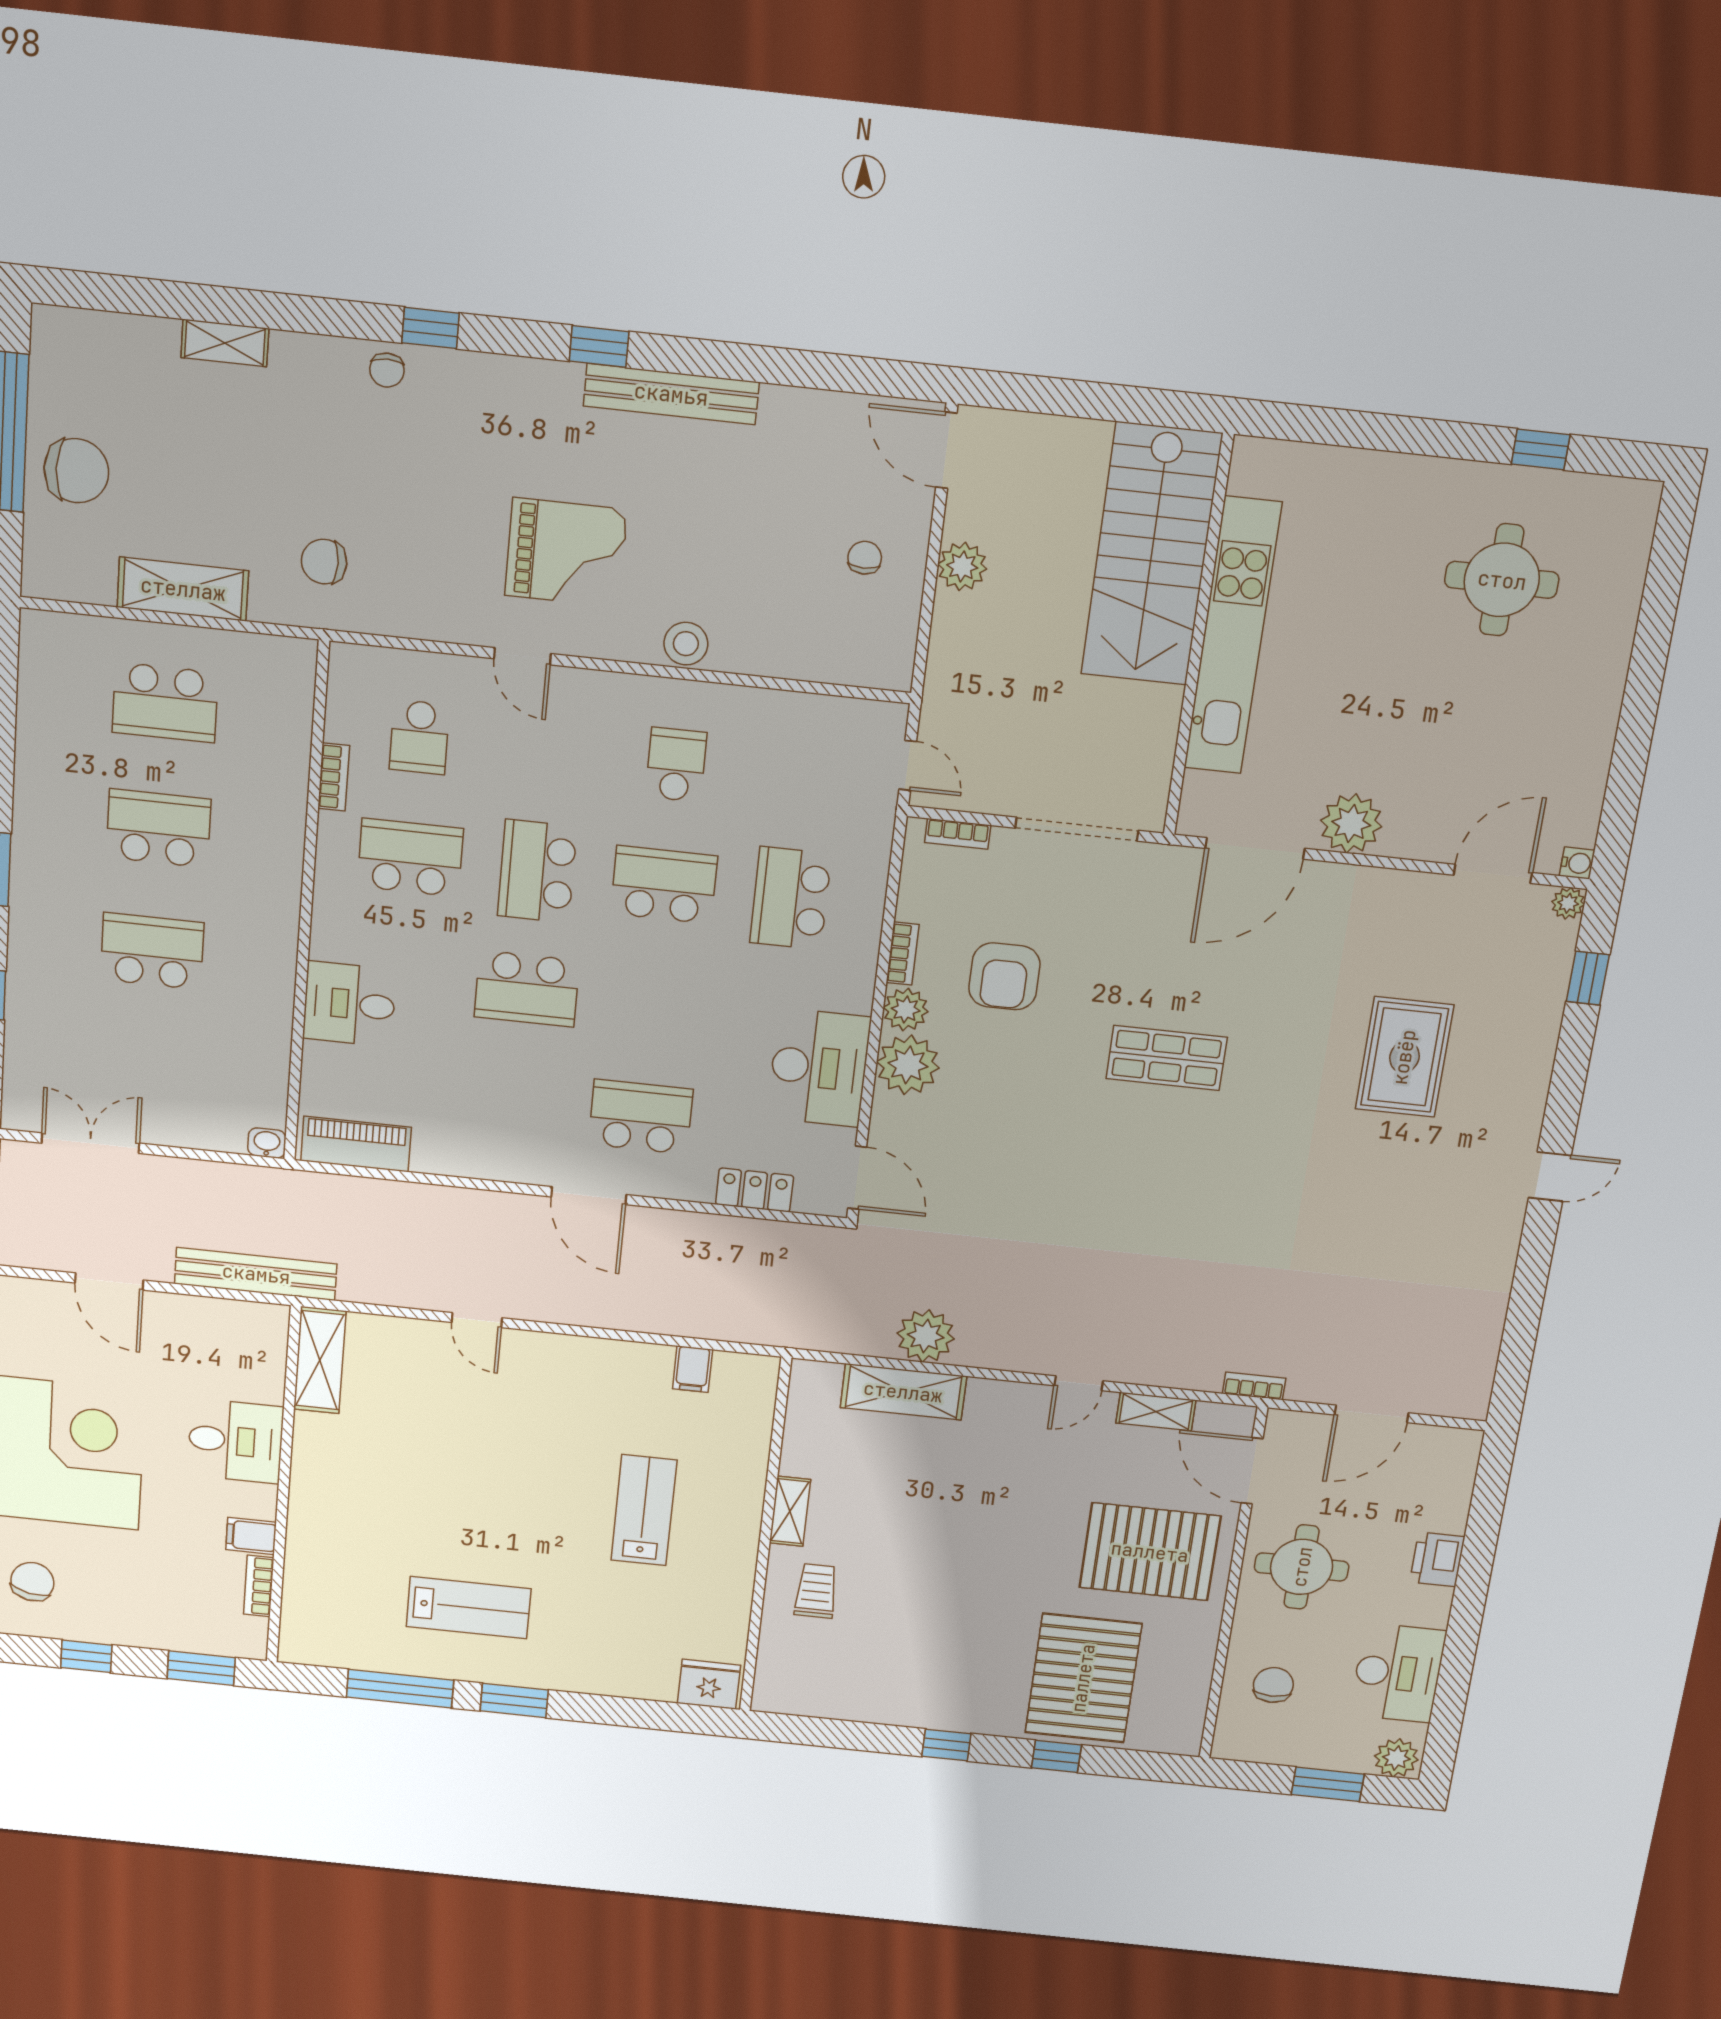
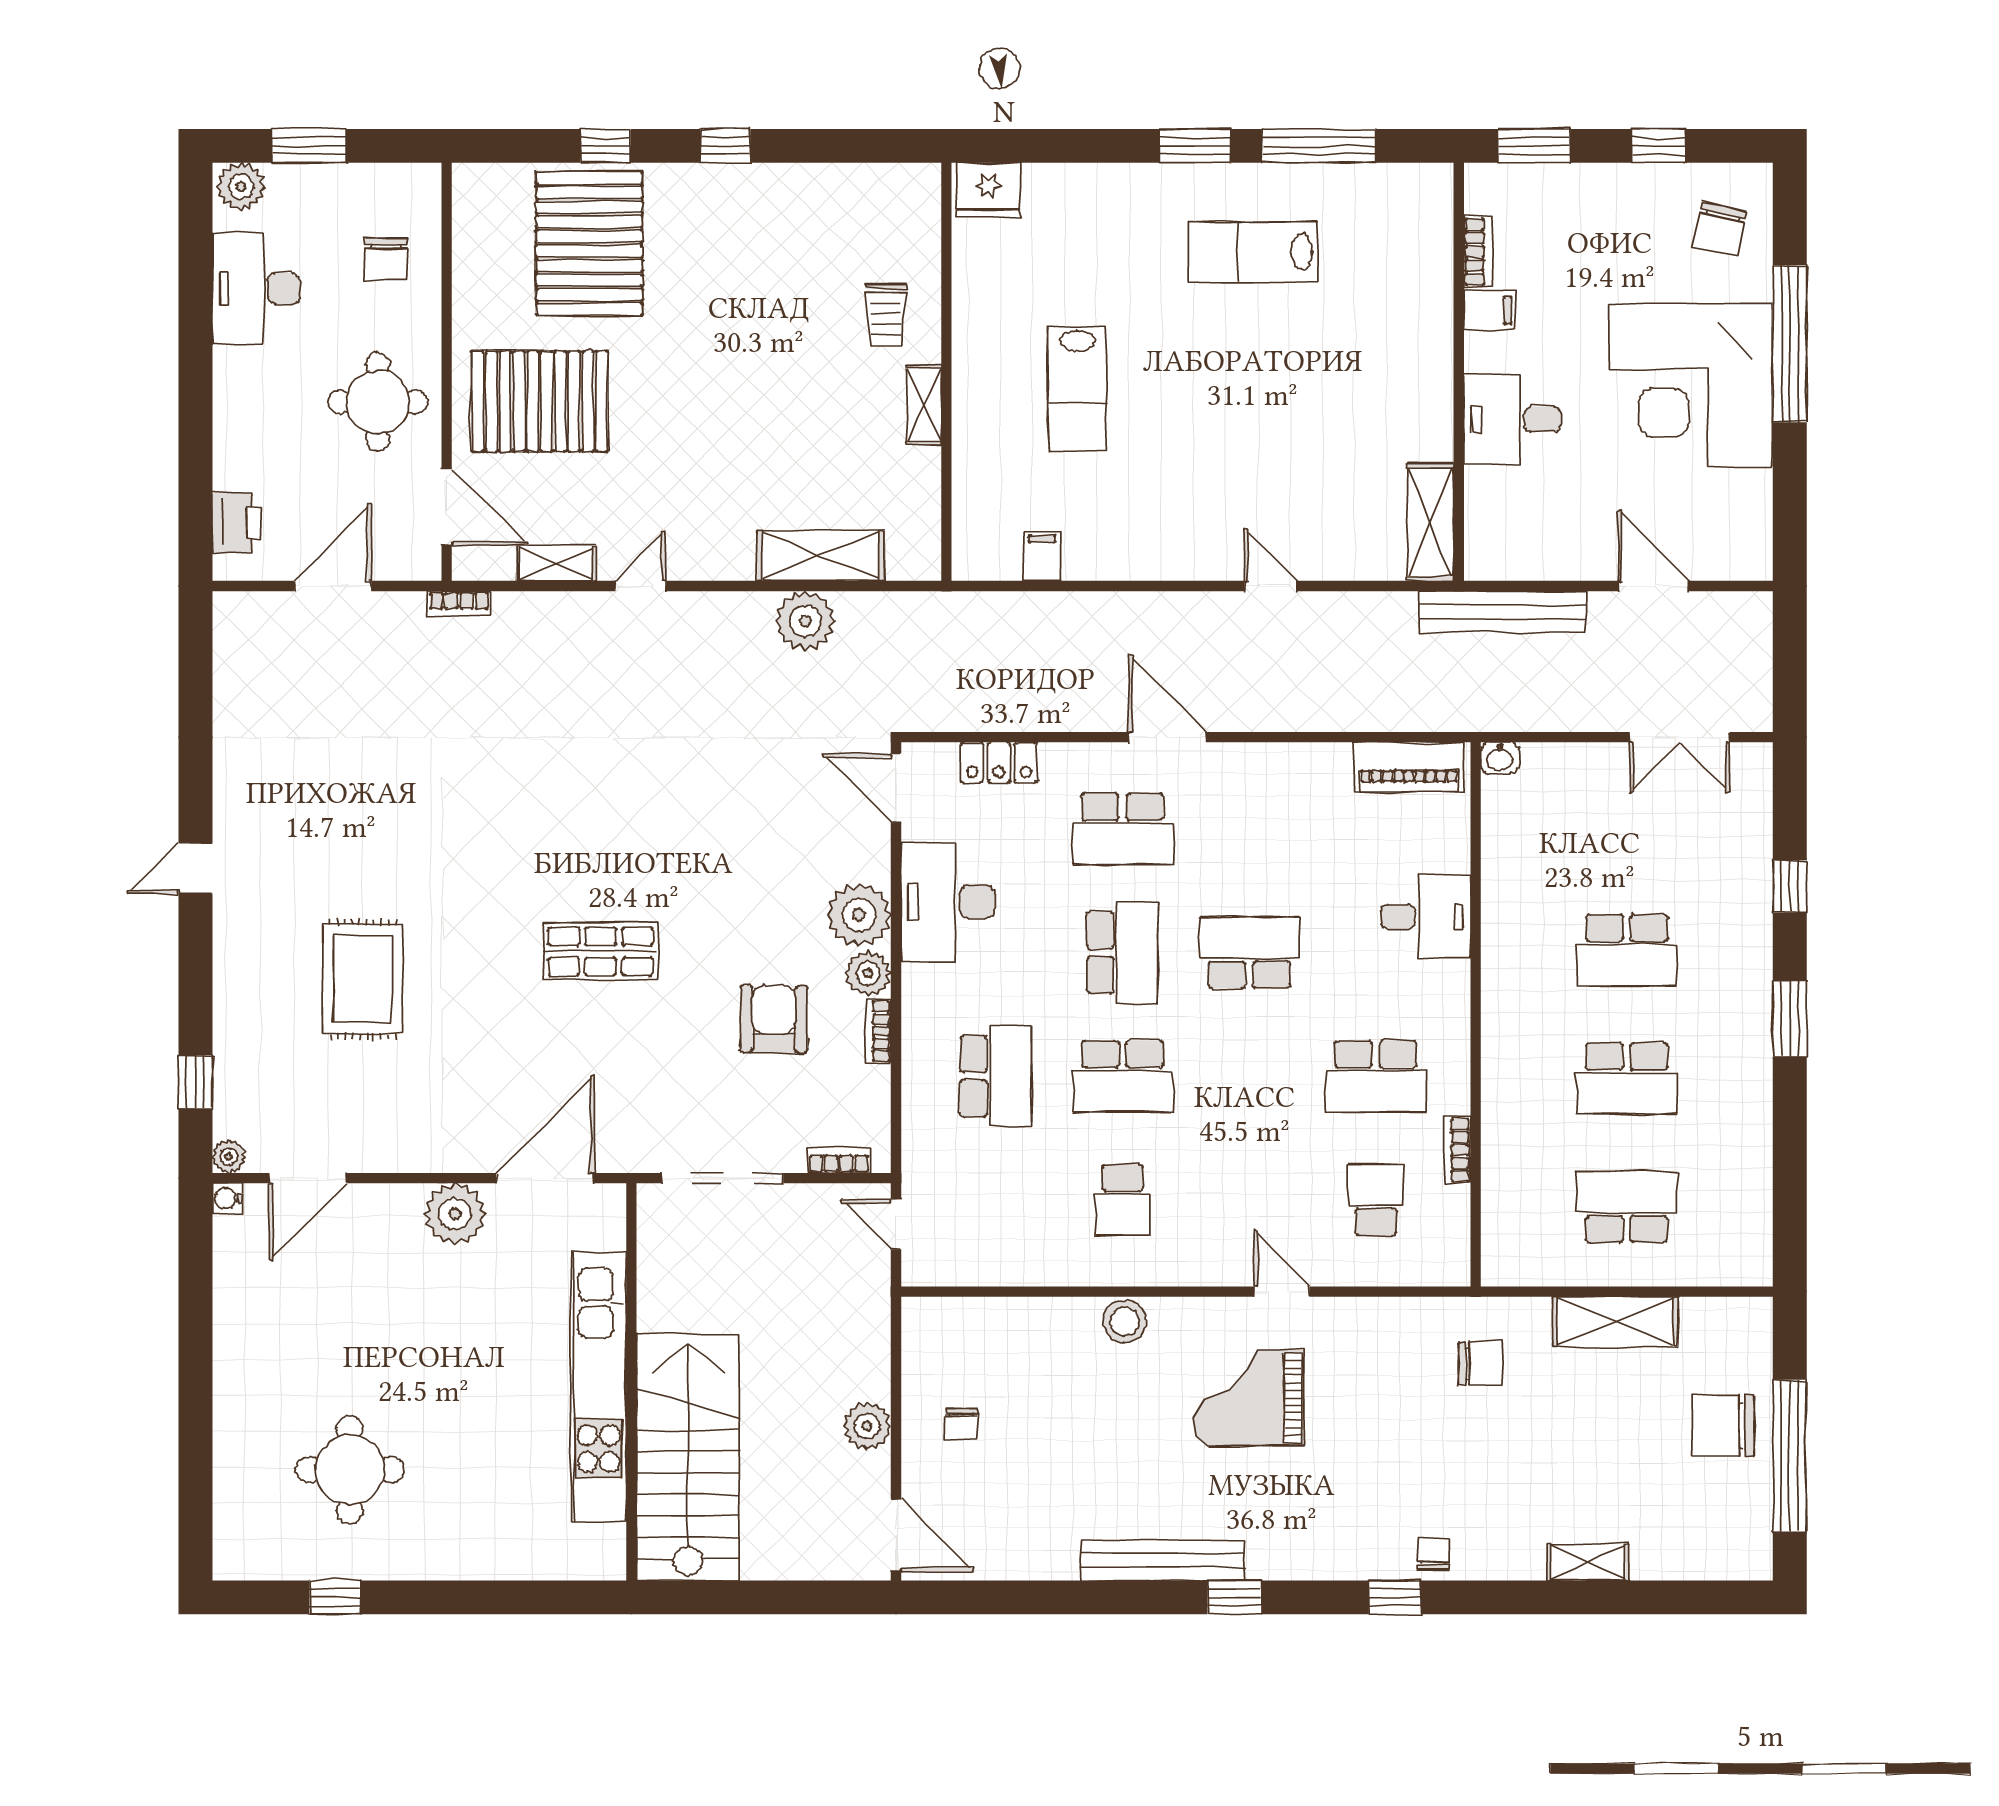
school desk: (537, 871) -> (1122, 953), moved
printer: (1437, 1559) -> (237, 522), moved

